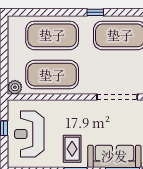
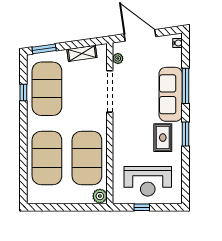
window: (95, 12) -> (23, 93), moved
rug: (72, 149) -> (163, 138), turned 90

